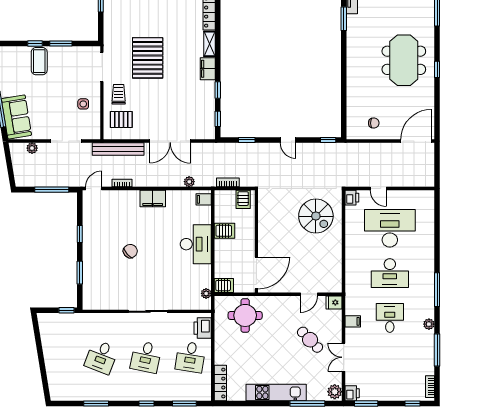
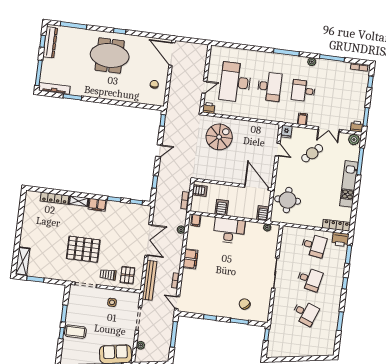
chair: (130, 251) -> (245, 304), moved
printer: (203, 328) -> (340, 239), moved

